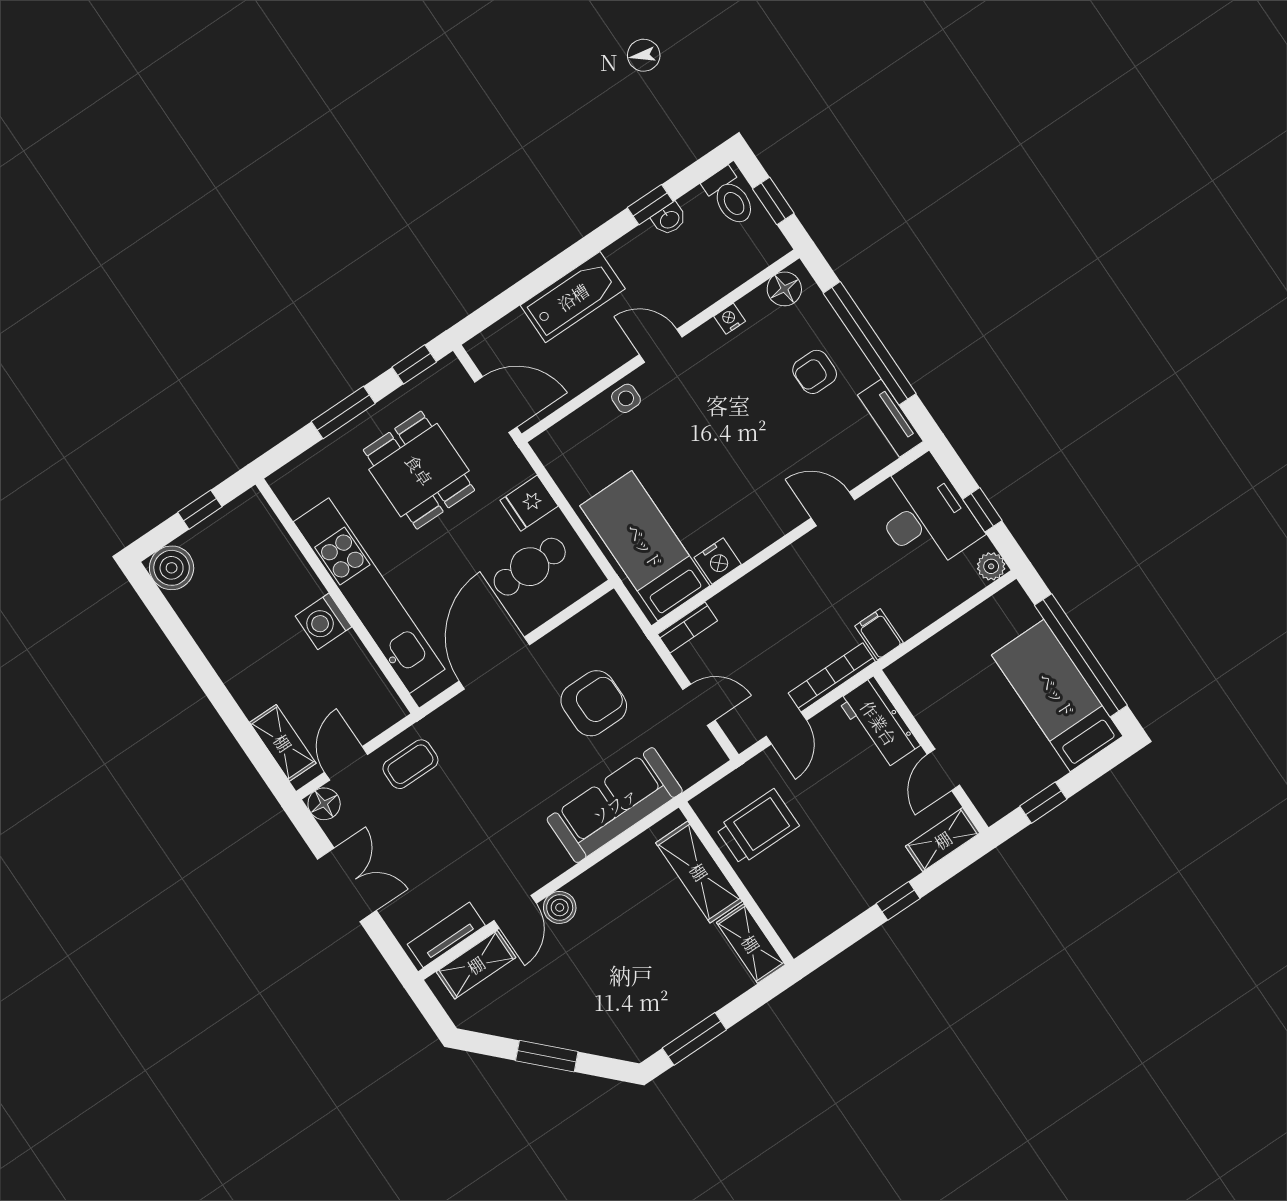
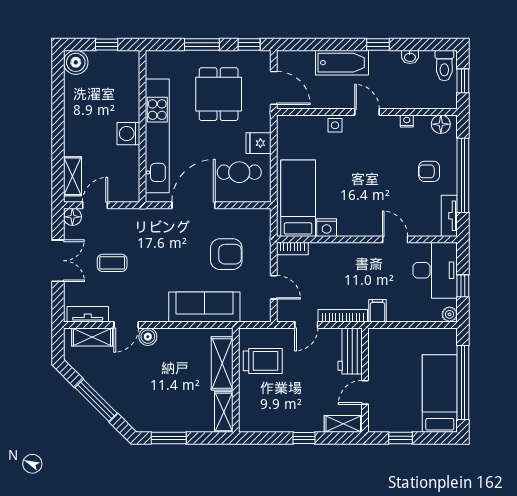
window: (650, 205) -> (378, 45), moved
coffee table: (410, 764) -> (112, 263), moved
window: (547, 1056) -> (96, 400), width x1.44

